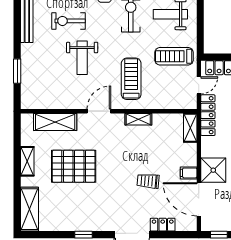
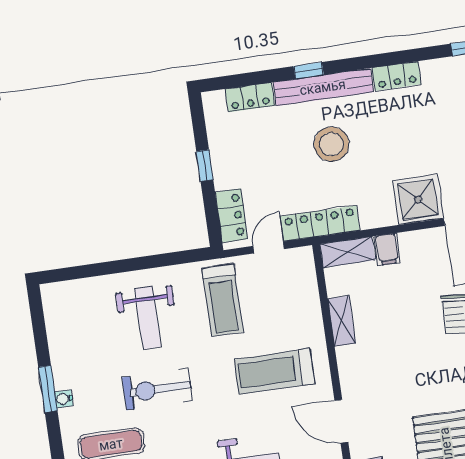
door: (199, 85) -> (269, 248), hinge flipped
shelving: (138, 119) -> (342, 321), moved
filing cabinet: (189, 173) -> (387, 249), moved

